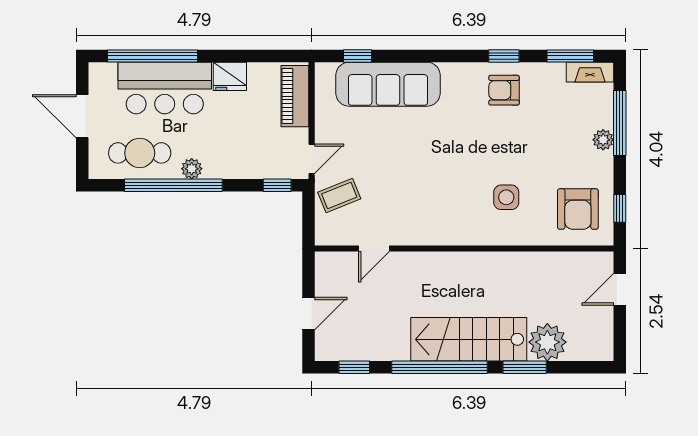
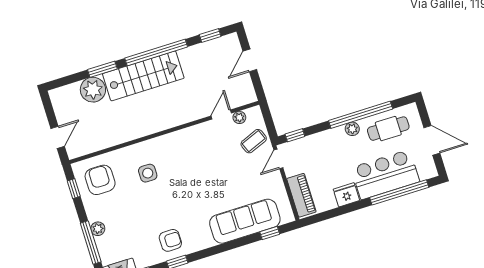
plant: (349, 236) -> (239, 117), added

